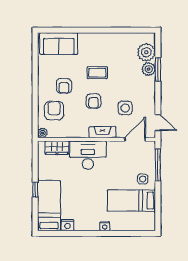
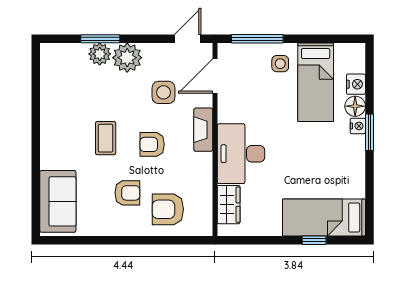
plant: (146, 52) -> (127, 58), moved
armchair: (94, 101) -> (152, 144), turned 180
plant: (43, 133) -> (204, 228), removed
door: (135, 139) -> (215, 76), hinge flipped
window: (35, 190) -> (314, 240), moved
nightstand: (68, 225) -> (356, 84), moved
floor lamp: (117, 225) -> (355, 106), added
window: (101, 233) -> (369, 132), added

